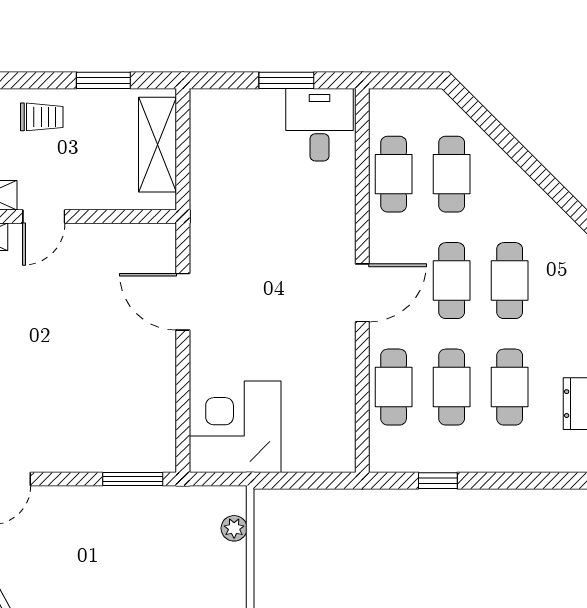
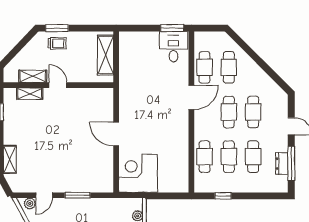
window: (103, 80) -> (57, 28), moved
window: (286, 80) -> (172, 28), moved
door: (44, 217) -> (58, 85), swing flipped
door: (362, 293) -> (191, 97), moved
door: (183, 302) -> (116, 134), moved
window: (133, 479) -> (78, 195), moved

